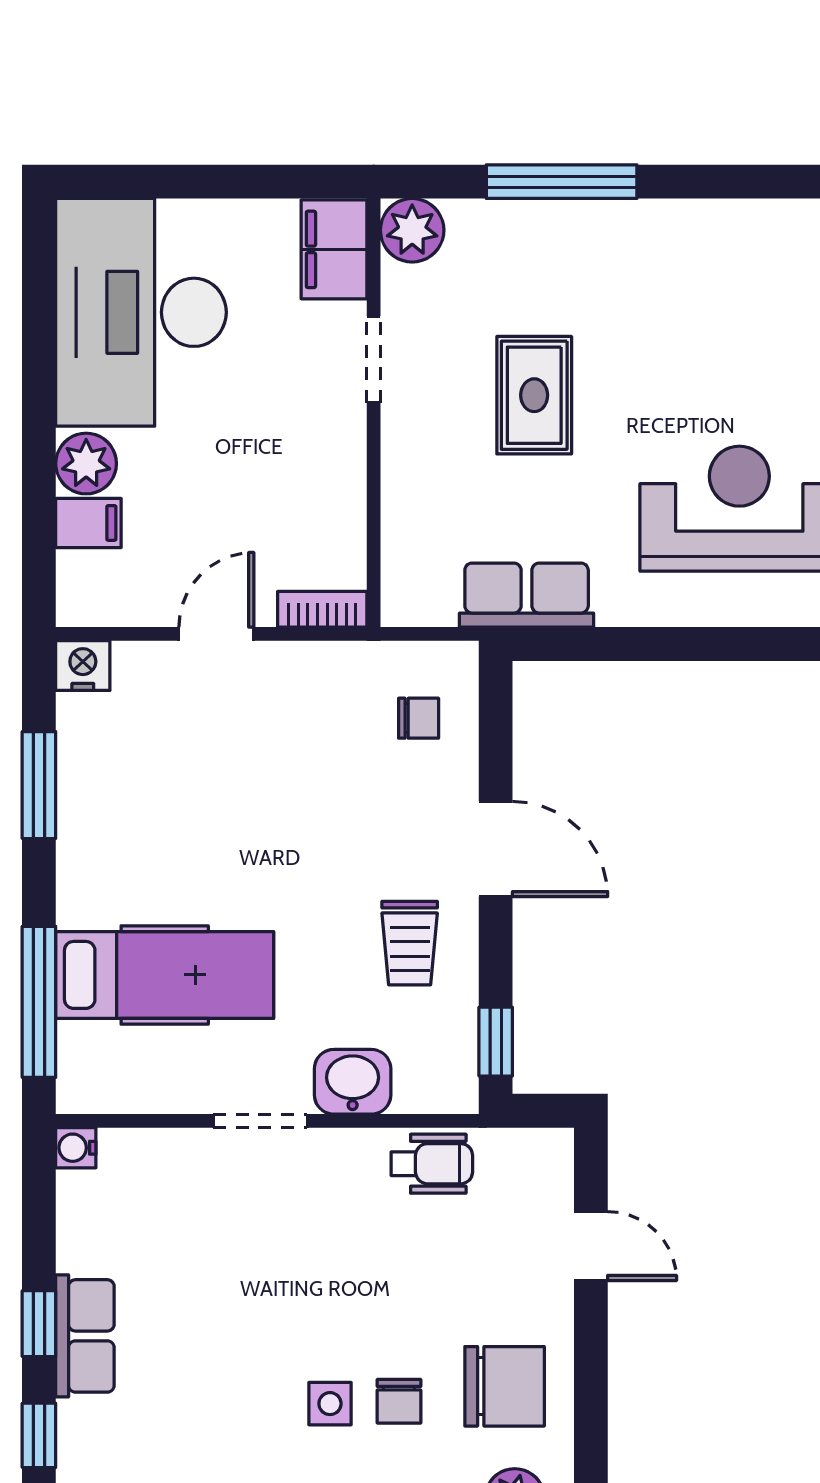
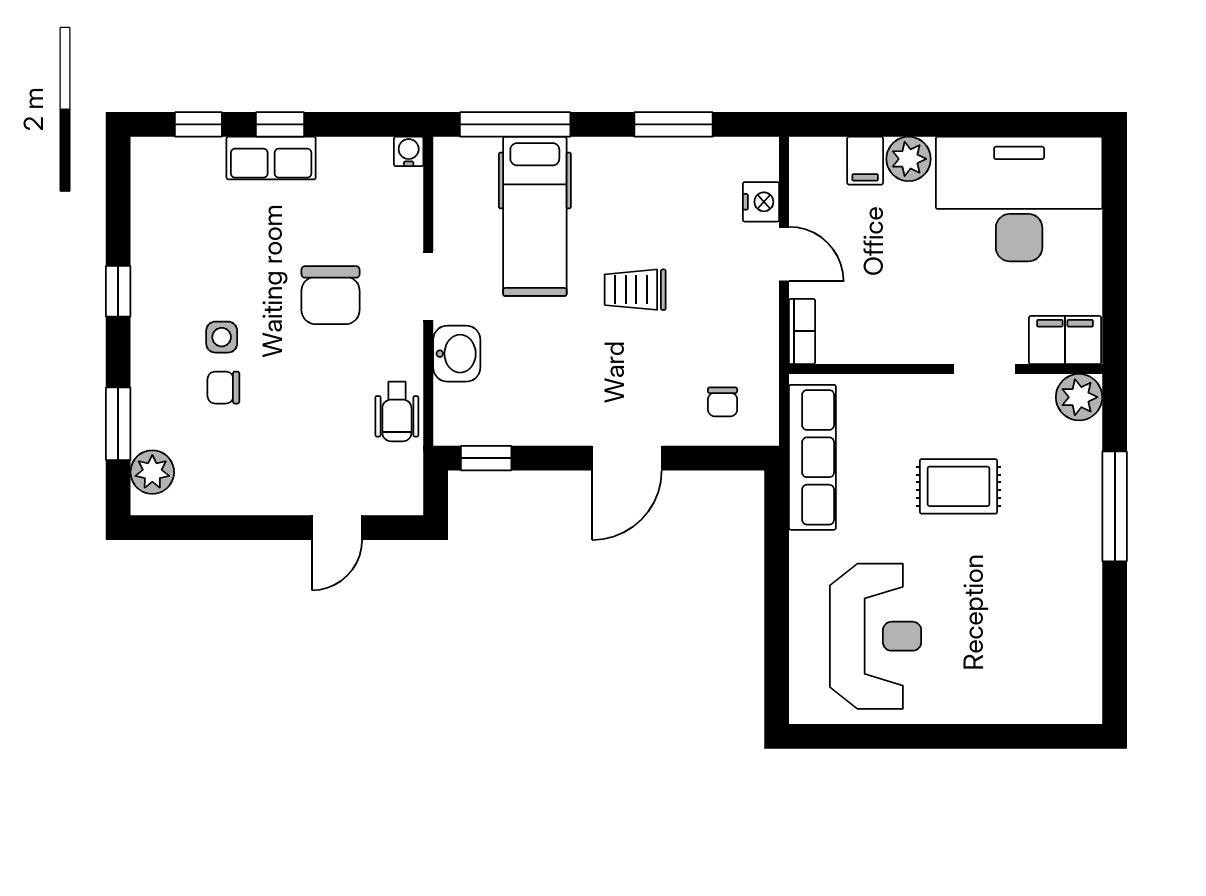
row of seats: (527, 595) -> (812, 457), width x1.48
nightstand: (83, 666) -> (761, 202), moved
trolley: (410, 943) -> (635, 290), moved
chair: (505, 1386) -> (331, 295), moved

